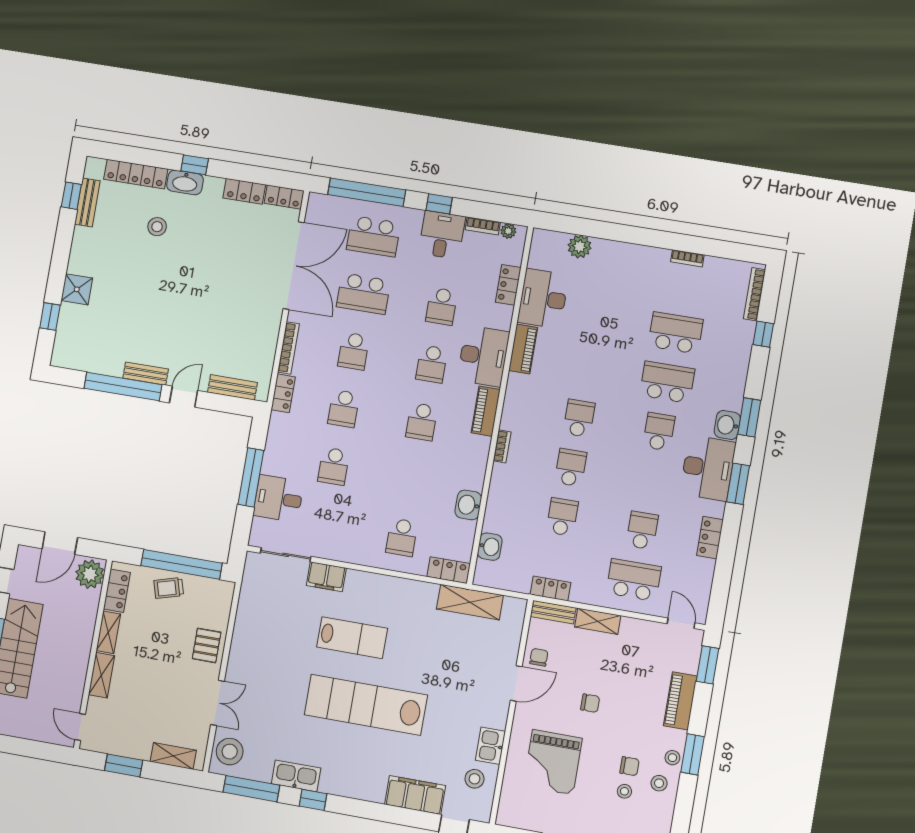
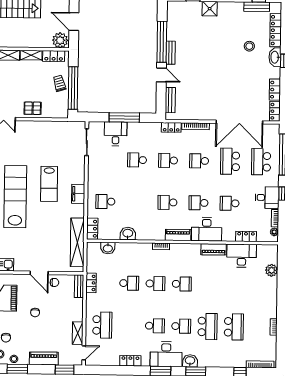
school desk: (642, 530) -> (155, 326), moved
filing cabinet: (326, 577) -> (78, 194), moved
shelving: (470, 602) -> (77, 242), width x1.47
shelving: (598, 621) -> (78, 333), moved

